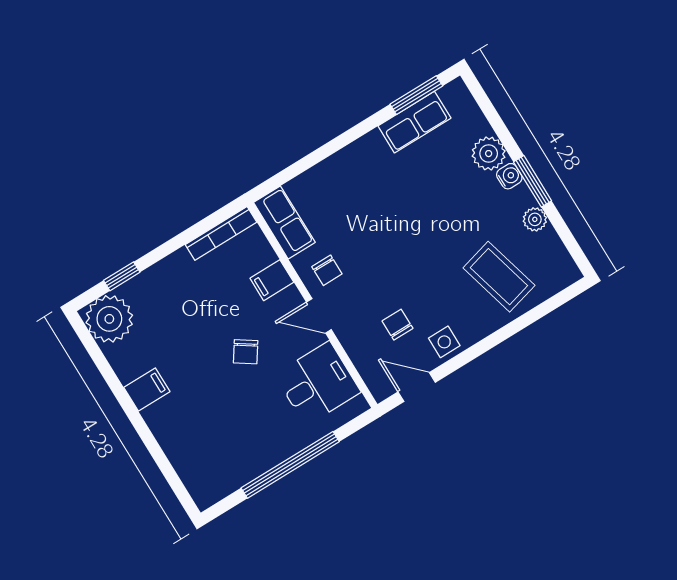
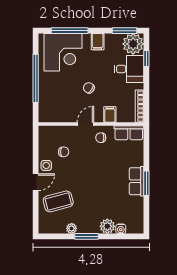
window: (416, 95) -> (146, 183), moved
row of seats: (414, 122) -> (137, 181), moved
water cooler: (509, 176) -> (121, 229), moved
window: (94, 351) -> (125, 31), added
desk: (318, 383) -> (129, 69), moved, turned -90
door: (417, 387) -> (36, 182), moved
corner desk: (208, 443) -> (63, 52), added
window: (159, 456) -> (70, 31), added

